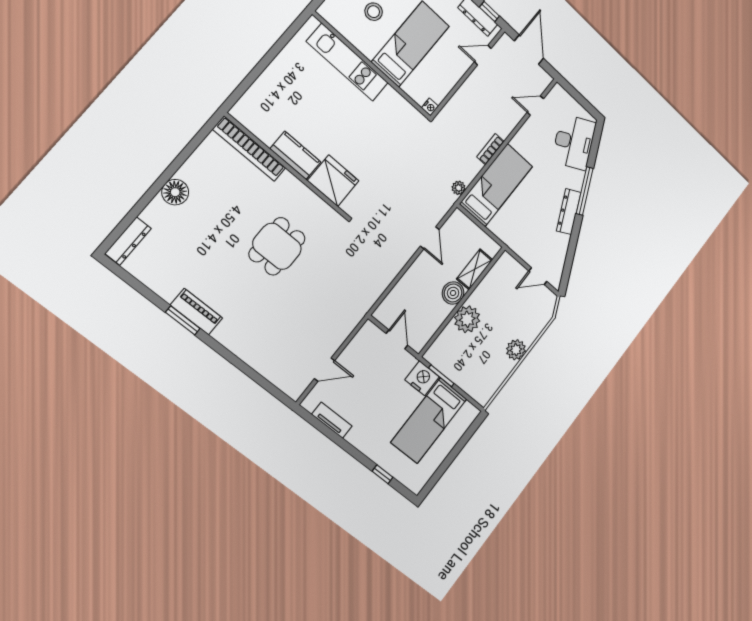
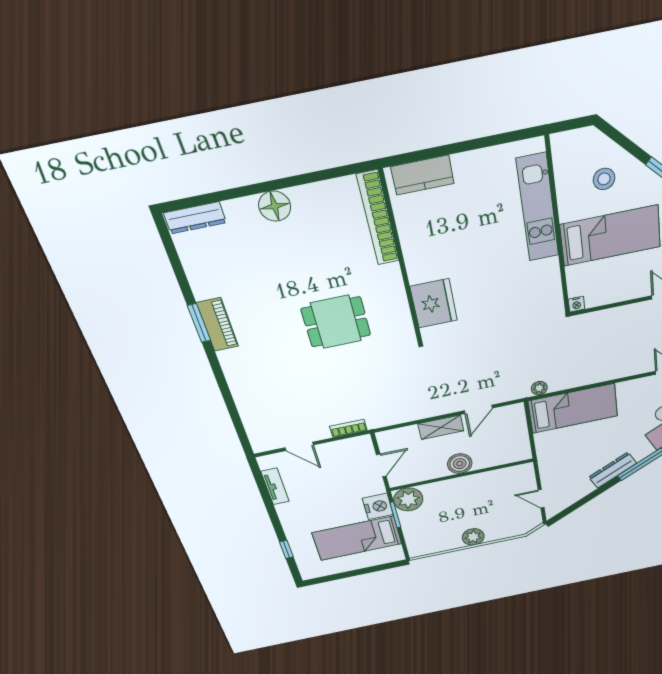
bookcase: (490, 149) -> (348, 428), moved
kitchen counter: (295, 155) -> (422, 175), moved, turned 90
shelving: (475, 269) -> (441, 427), moved
plant: (467, 319) -> (408, 499), moved

